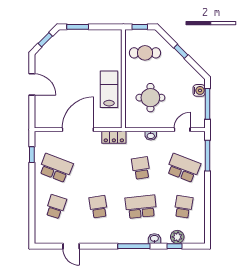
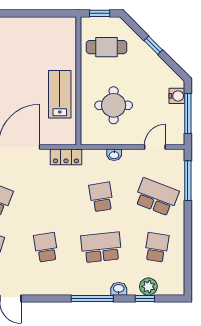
window: (78, 27) -> (19, 13), removed

